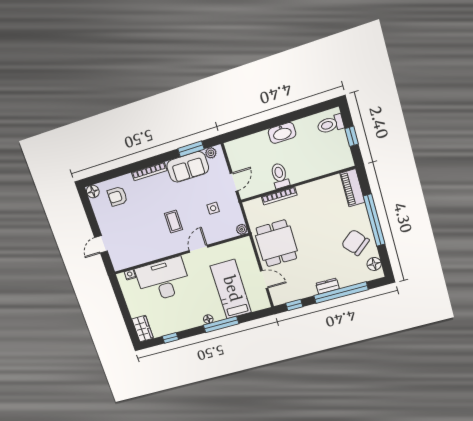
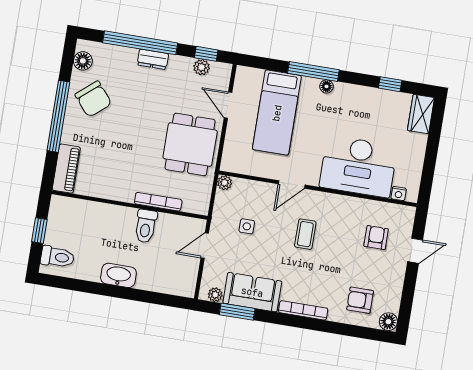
armchair: (117, 196) -> (360, 300), turned 180
armchair: (129, 241) -> (376, 238), added
plant: (293, 295) -> (201, 67), added

